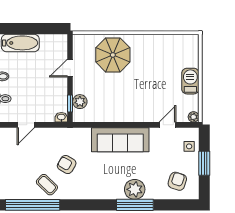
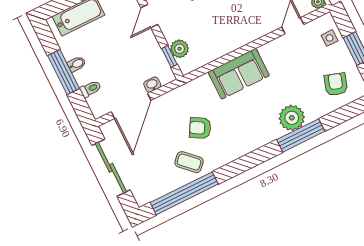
washbasin: (61, 117) -> (152, 85), moved
door: (26, 125) -> (131, 106), width x1.88
sofa: (120, 140) -> (239, 74), width x0.73

